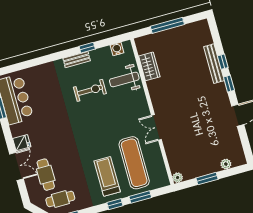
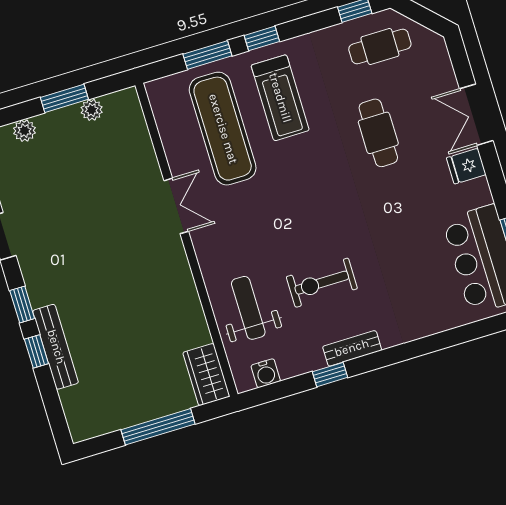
wardrobe: (149, 66) -> (206, 374), moved
weight bench: (124, 79) -> (248, 308), turned -90
cafe table: (46, 175) -> (378, 133), moved
plant: (178, 178) -> (92, 110), moved

